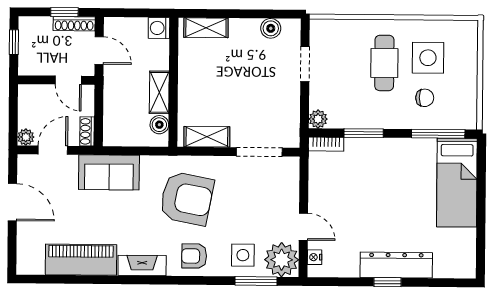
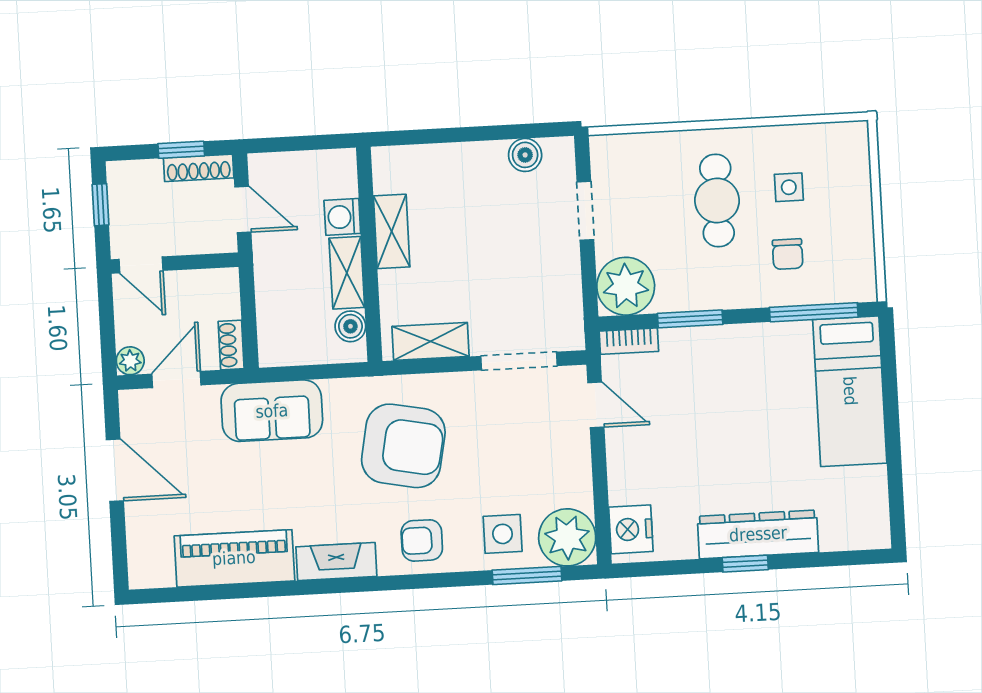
washing machine: (159, 28) -> (342, 217), moved
shelving: (206, 28) -> (392, 231), moved, turned 90
side table: (428, 58) -> (789, 187), width x0.54, depth x0.54
door: (68, 80) -> (141, 265), moved
chair: (425, 98) -> (788, 254), turned 90
plant: (318, 119) -> (626, 286), width x1.88, depth x1.88
door: (303, 227) -> (596, 405), moved
nightstand: (315, 257) -> (631, 529), width x1.89, depth x1.79

